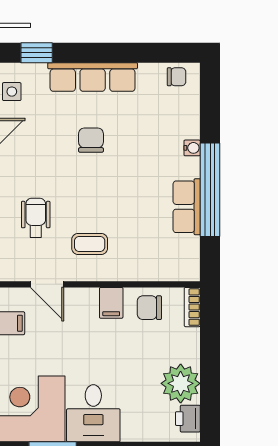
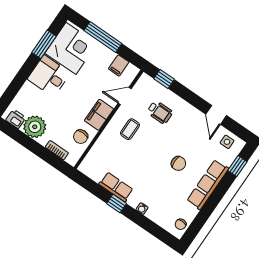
window: (210, 190) -> (117, 203), width x0.32
filing cabinet: (111, 303) -> (99, 115), width x2.00
bookcase: (192, 307) -> (57, 150), moved
chair: (149, 308) -> (81, 137), turned 180

